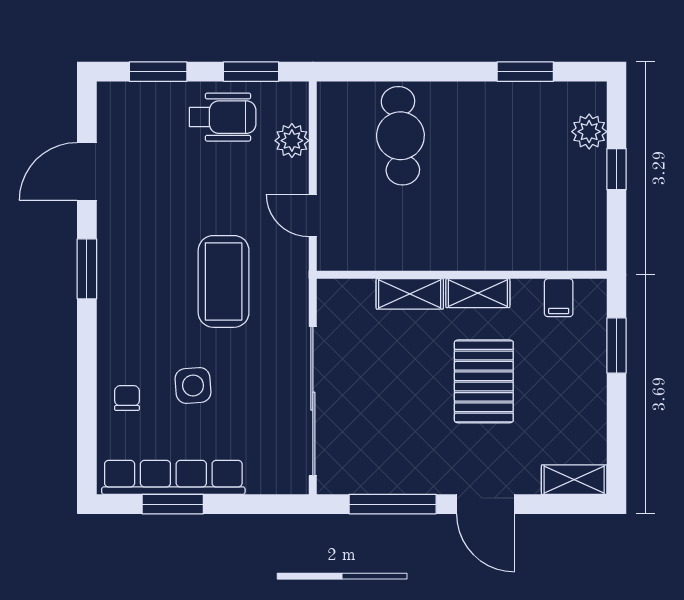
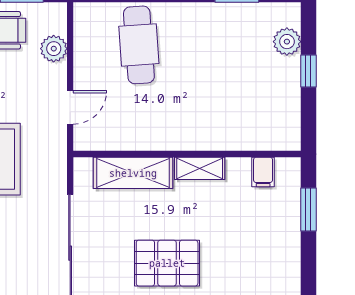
door: (313, 215) -> (70, 107), swing flipped
shelving: (410, 294) -> (133, 173), width x1.50, depth x1.33
pallet: (484, 381) -> (167, 263), moved, turned 90

